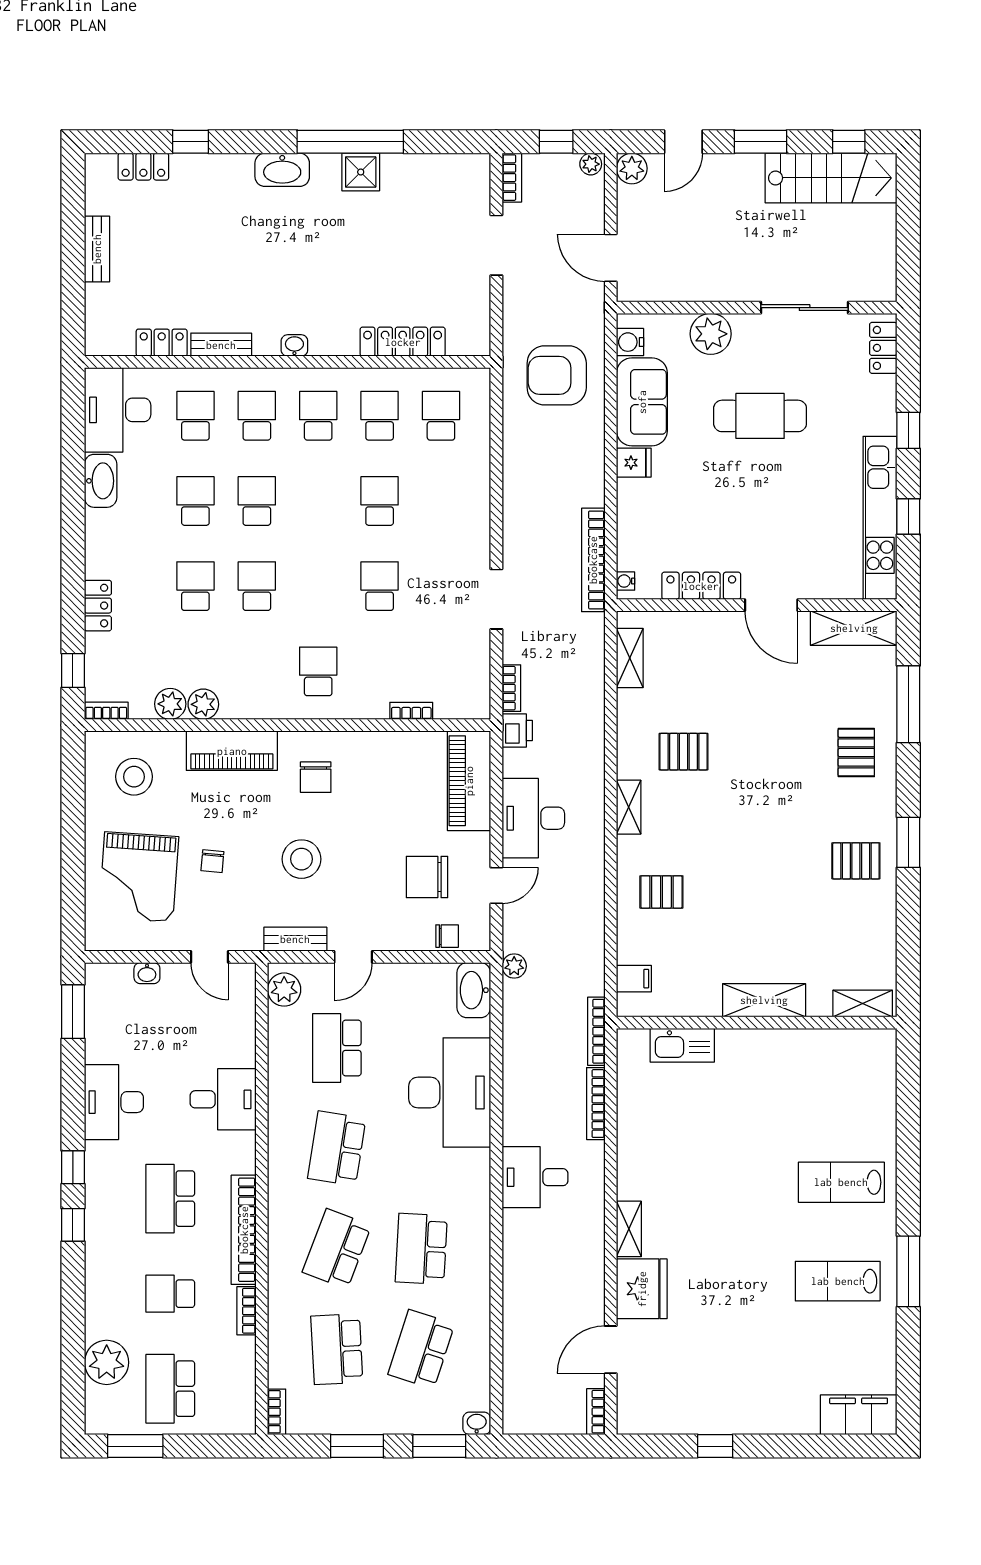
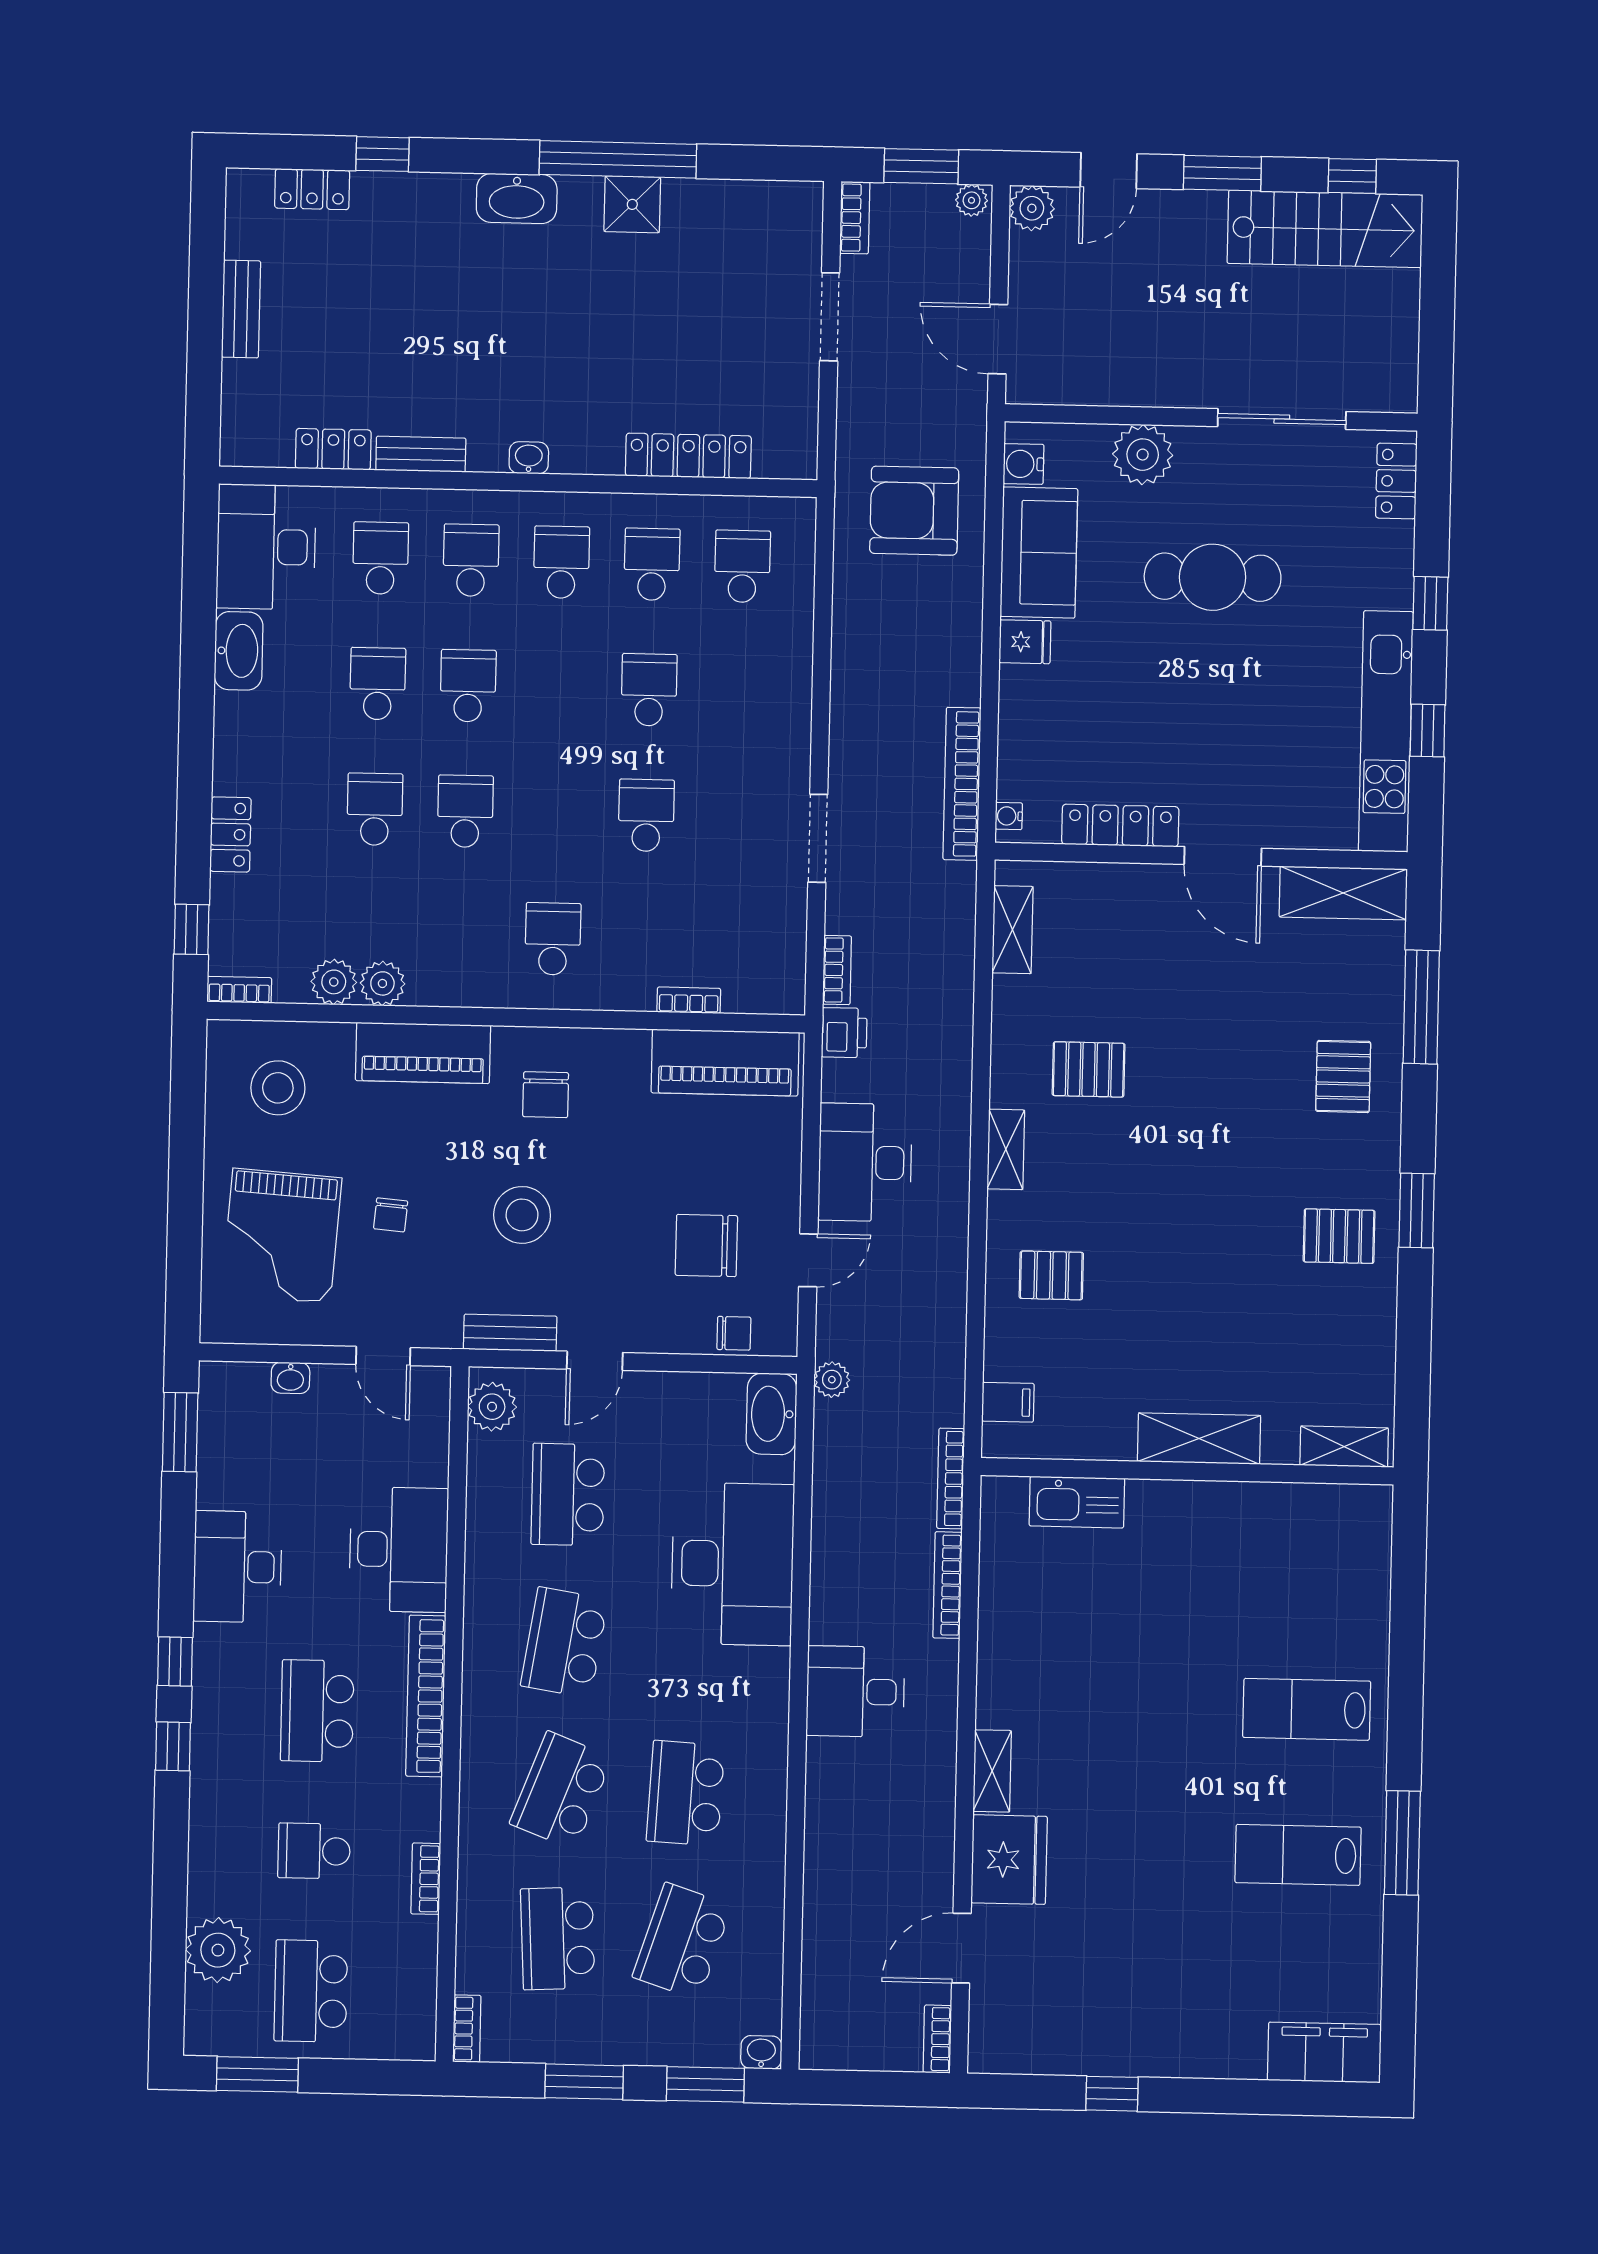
window: (556, 142) -> (921, 166), width x1.50
piano: (469, 781) -> (725, 1062), moved, turned -90
desk: (223, 1099) -> (399, 1550), width x1.37
bookcase: (244, 1230) -> (426, 1696), moved

